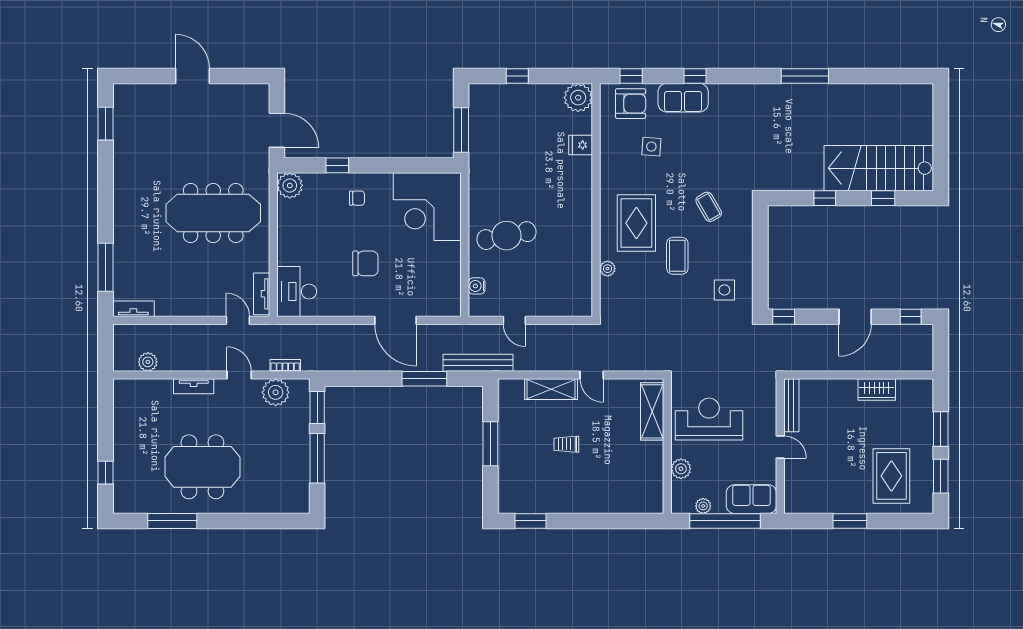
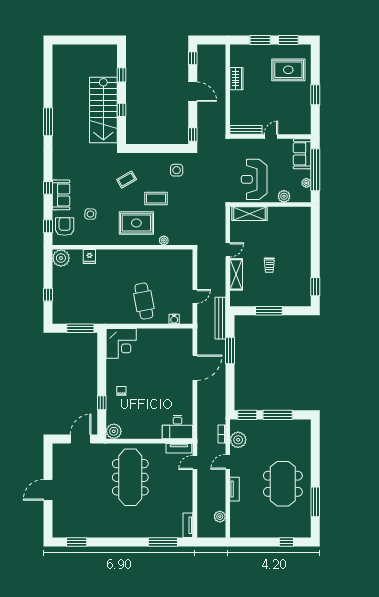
stairs: (879, 168) -> (103, 110), moved
corner desk: (427, 207) -> (121, 343), width x0.74, depth x0.74
chair: (365, 263) -> (161, 386), removed

